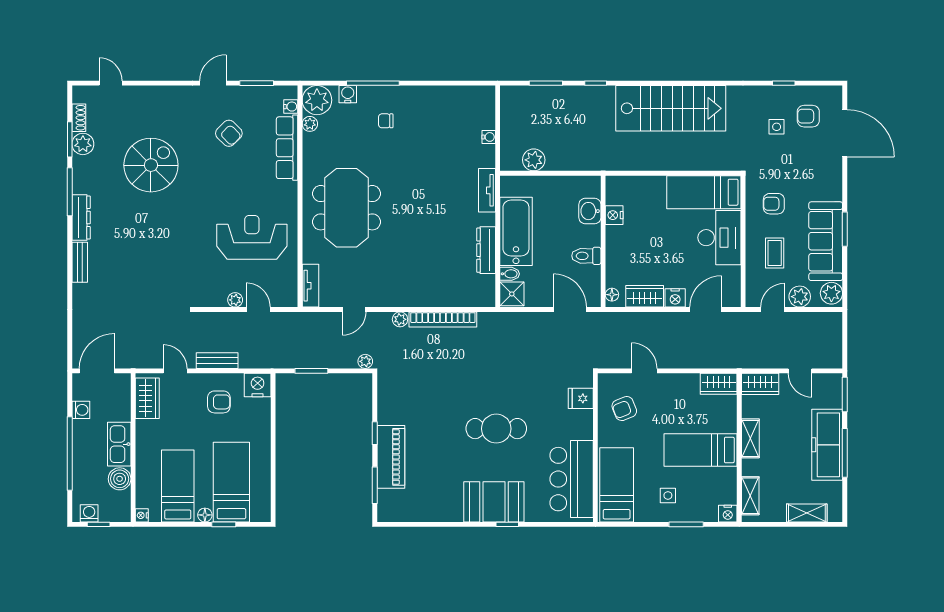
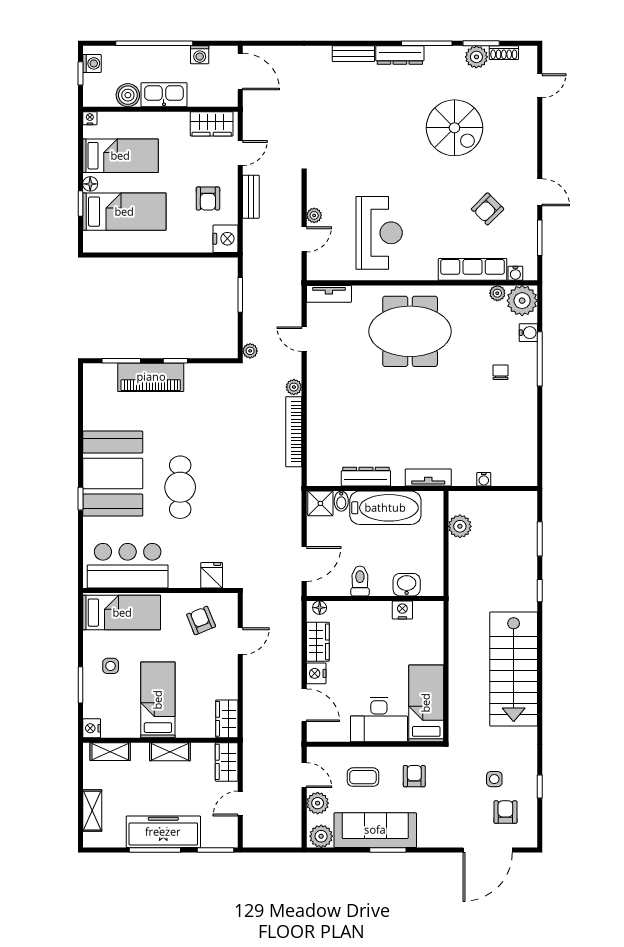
booth: (494, 502) -> (113, 474), width x1.36, depth x1.42

